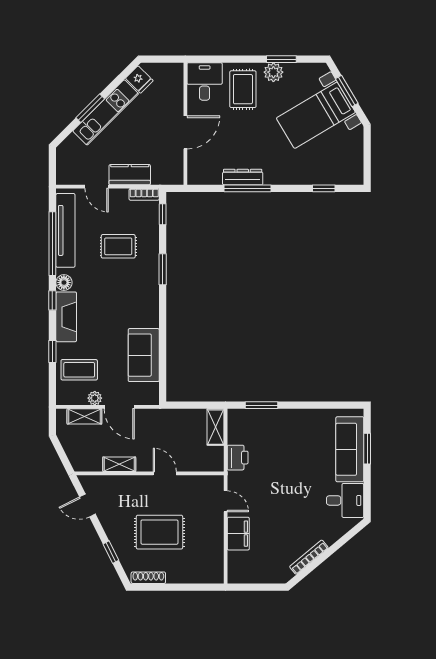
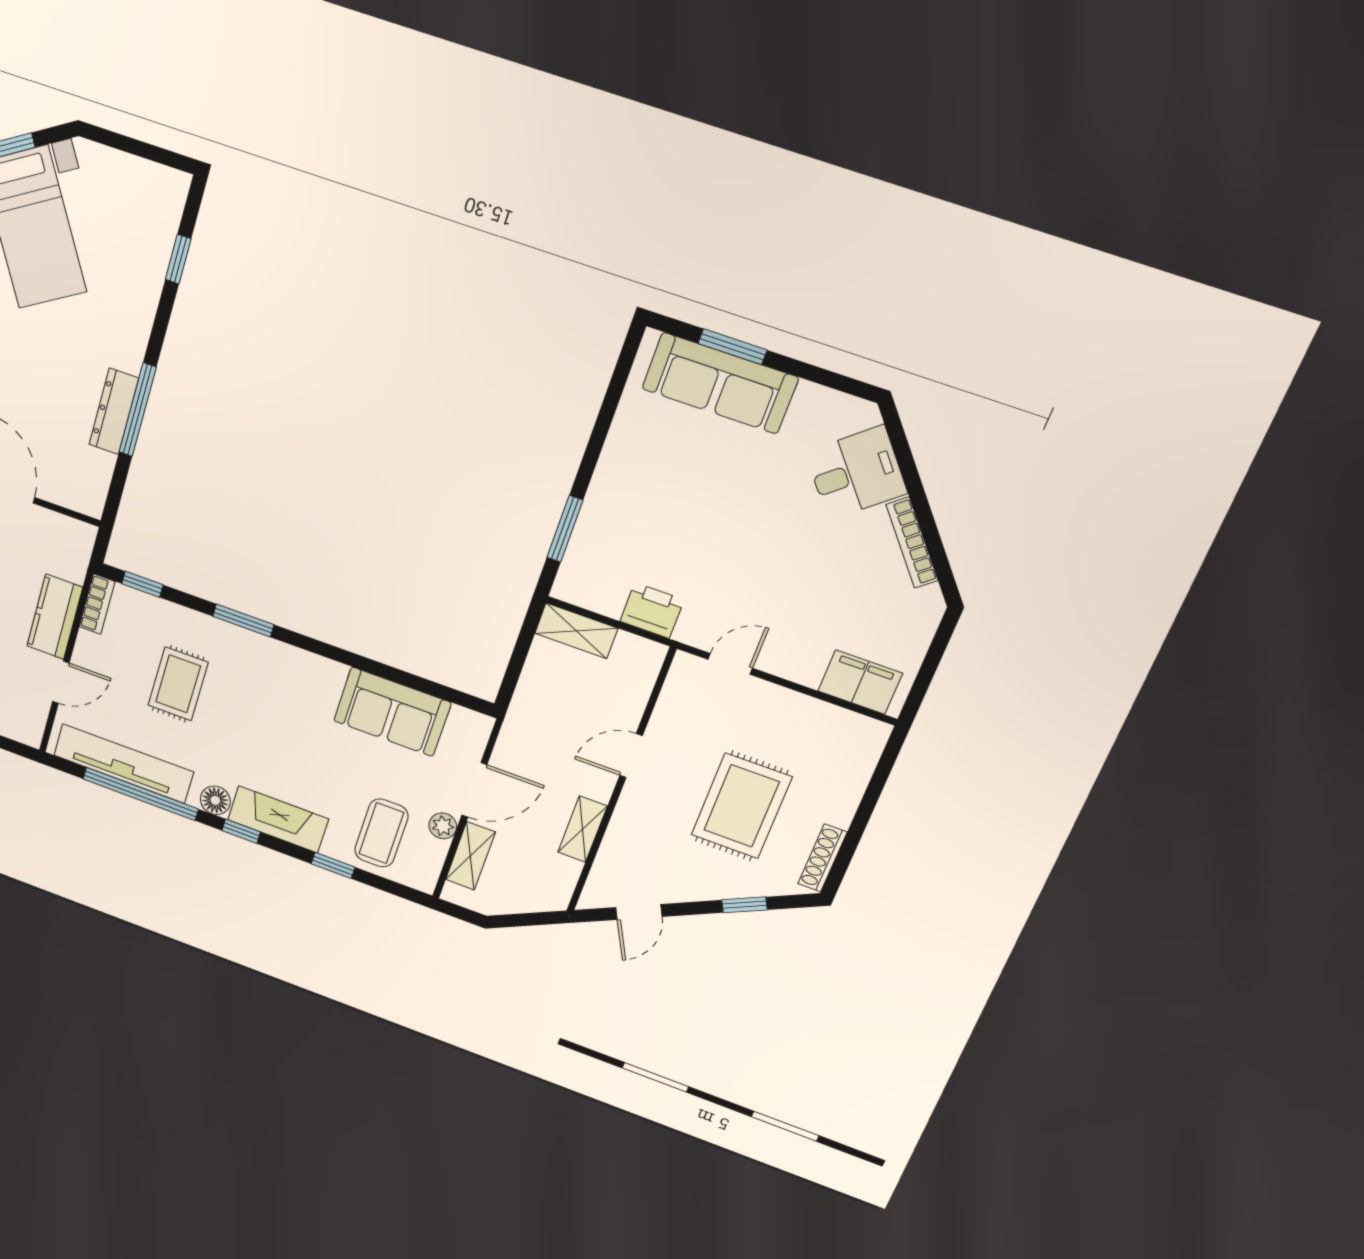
desk: (345, 500) -> (856, 473), moved, turned 50
filing cabinet: (238, 534) -> (860, 682), moved

